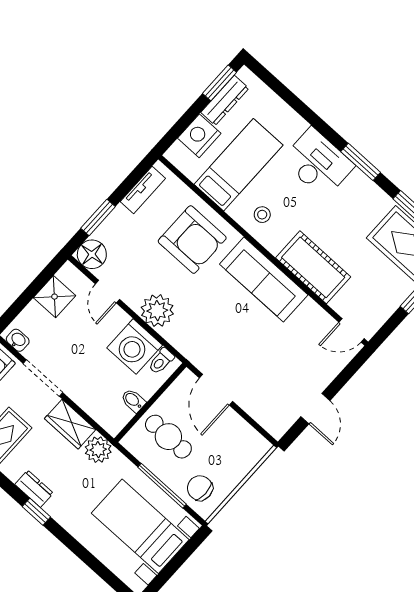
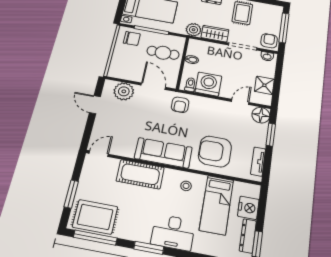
door: (107, 292) -> (240, 102), hinge flipped
plant: (157, 311) -> (124, 91), moved
armchair: (196, 338) -> (180, 105), added

